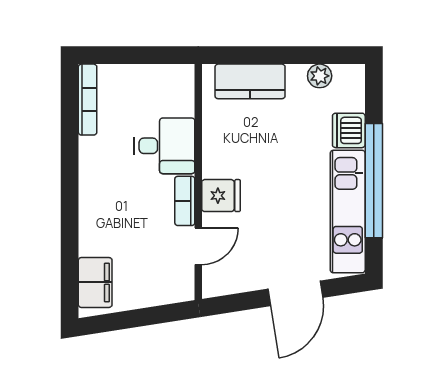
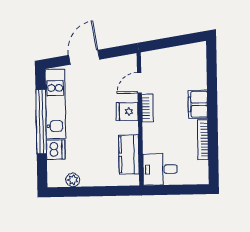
kitchen counter: (250, 81) -> (129, 154), moved, turned -90
bookcase: (88, 100) -> (203, 140), moved
desk: (165, 146) -> (160, 169), moved
filing cabinet: (95, 282) -> (198, 104), moved

